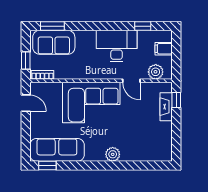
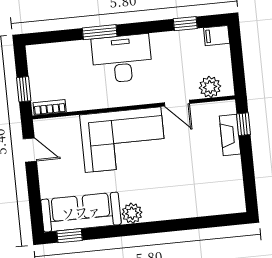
window: (52, 26) -> (100, 32), moved
sofa: (54, 42) -> (61, 59), removed
desk: (117, 46) -> (122, 59), moved
filing cabinet: (164, 49) -> (217, 36), moved
plant: (113, 154) -> (132, 213), moved

